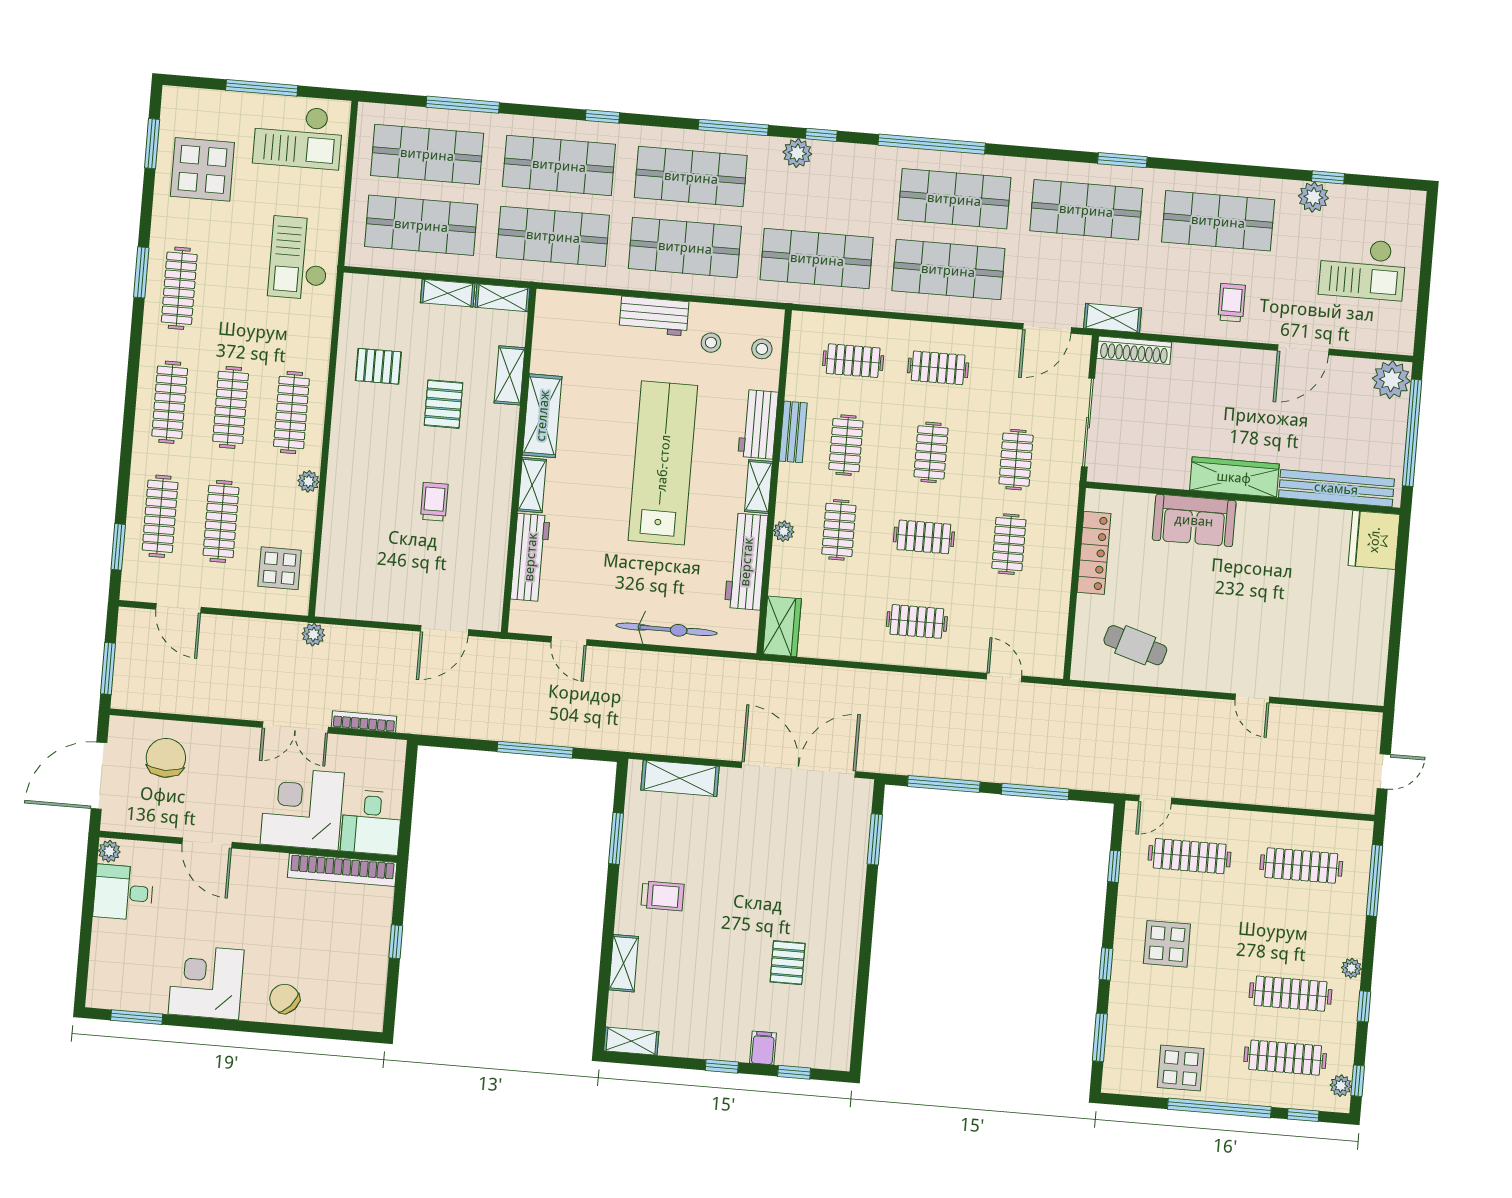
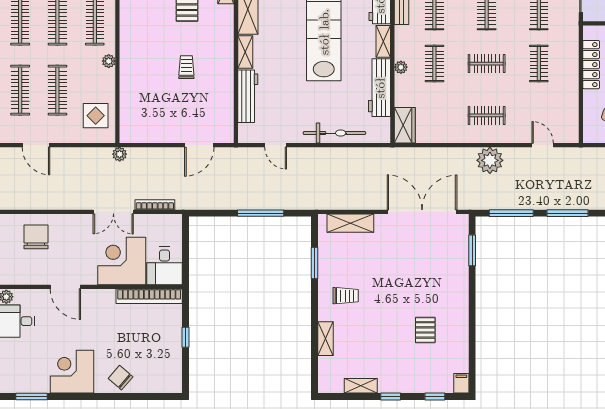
plant: (916, 695) -> (490, 160), added
shelving: (631, 1041) -> (361, 386), moved
filing cabinet: (763, 1048) -> (461, 383), moved

